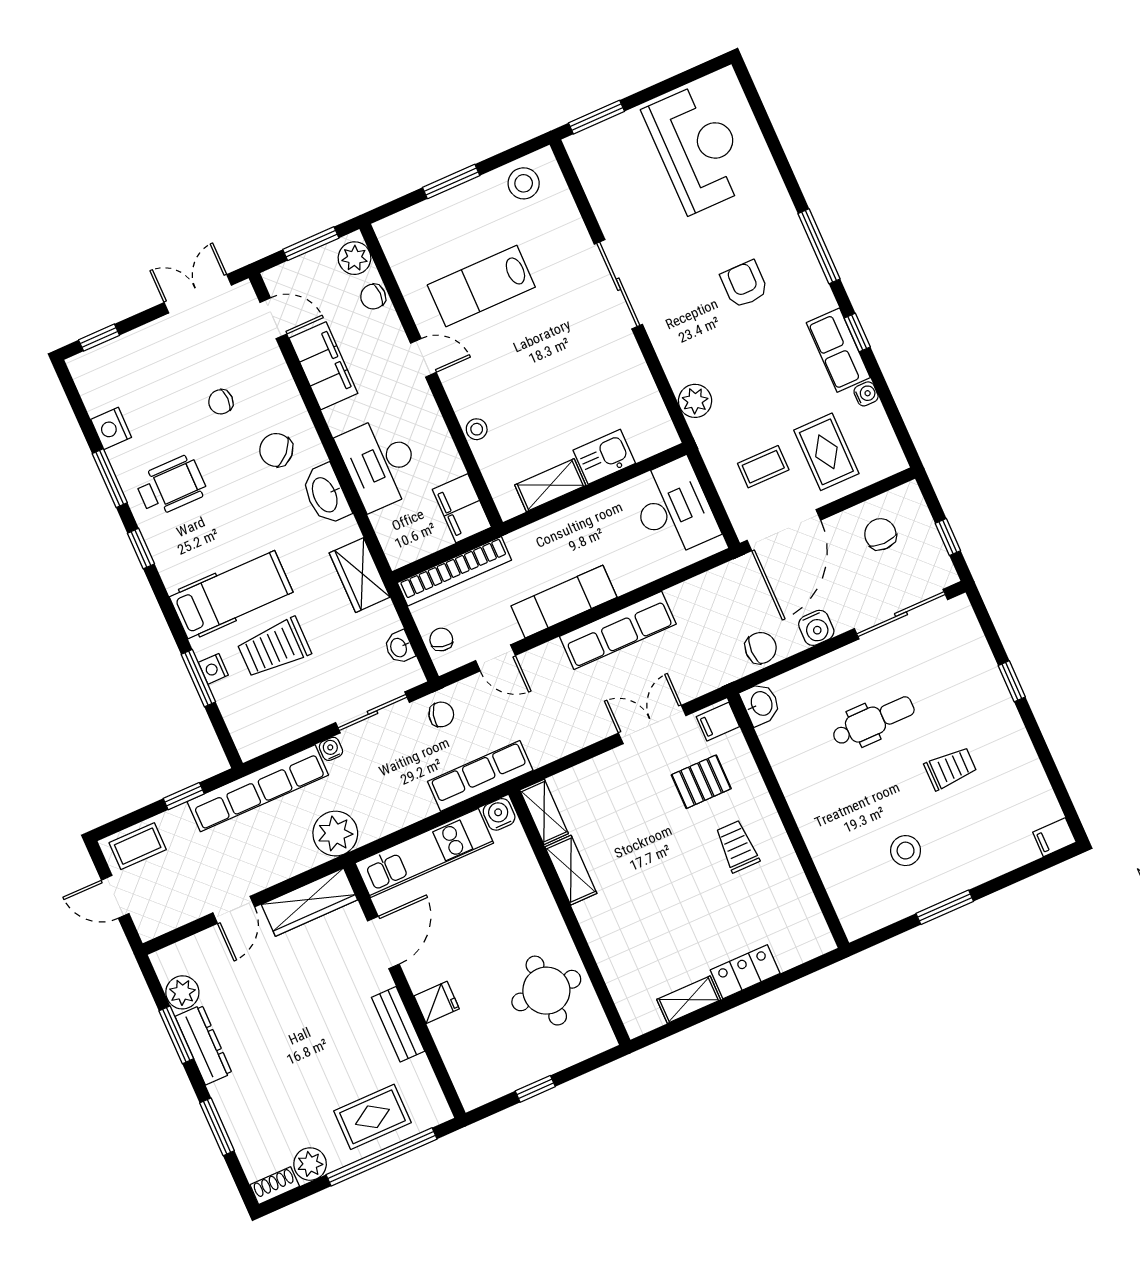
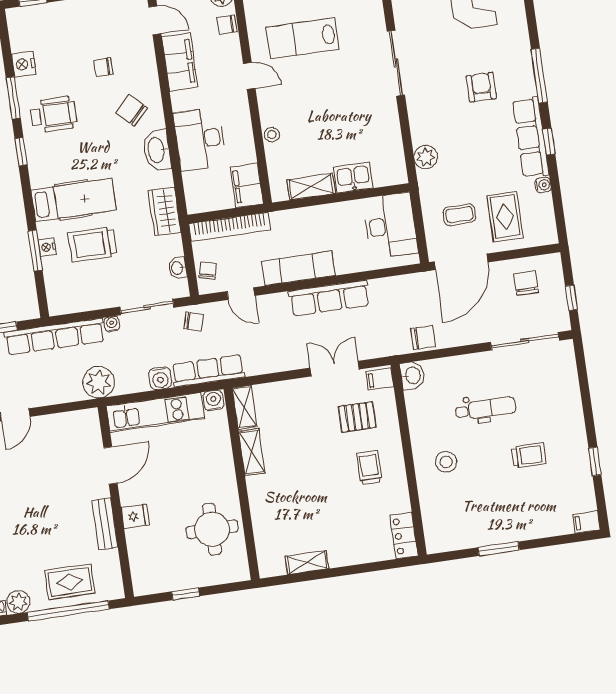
row of seats: (838, 350) -> (531, 137), width x1.48
water cooler: (816, 628) -> (160, 378), moved
window: (1012, 681) -> (595, 461), moved
stool: (906, 851) -> (446, 462), moved
wardrobe: (309, 902) -> (68, 424), removed
locker: (745, 972) -> (404, 536), moved, turned -90

